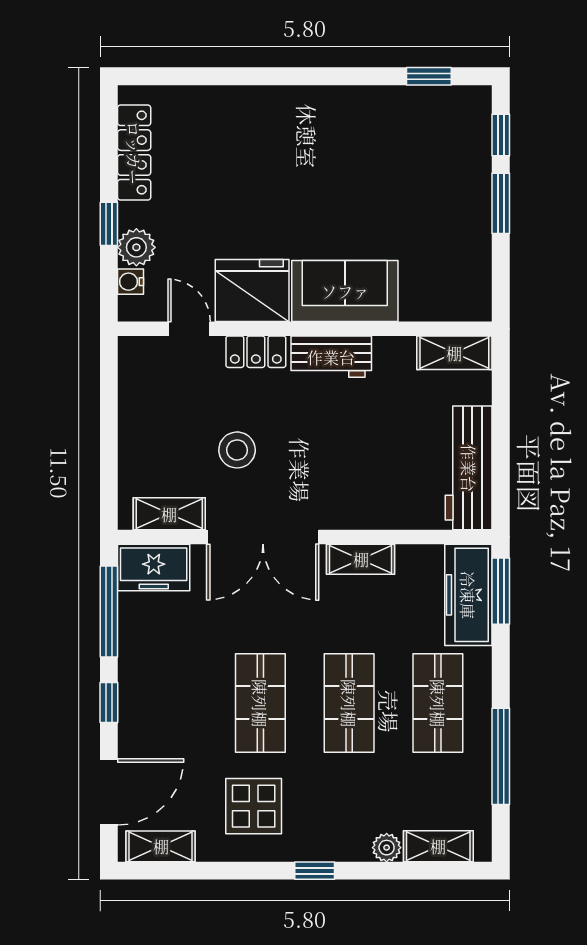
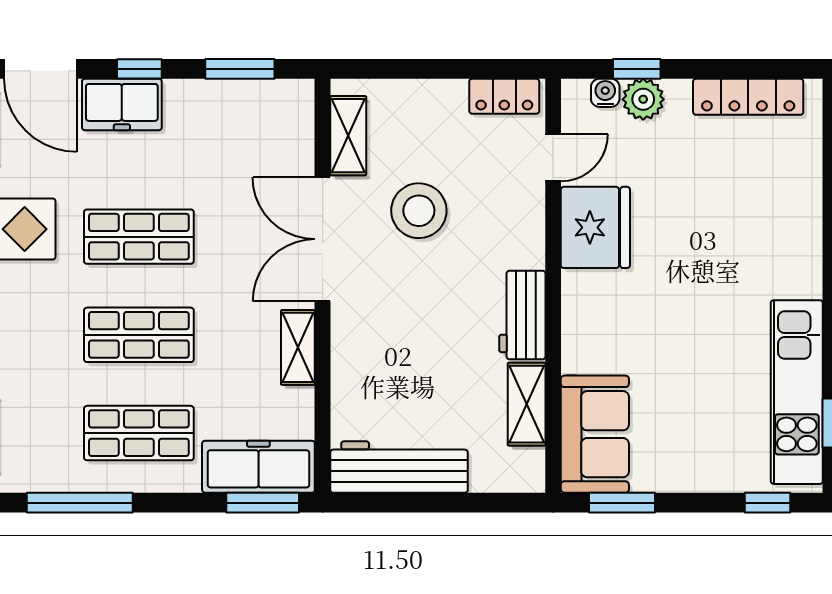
kitchen unit: (401, 109) -> (797, 392), added
window: (501, 203) -> (622, 503), moved
window: (109, 224) -> (637, 69), moved
sofa: (345, 291) -> (595, 434), moved
locker: (256, 352) -> (504, 96), moved, turned -90
shelving: (454, 353) -> (527, 404), moved
stool: (237, 450) -> (419, 211), width x1.38, depth x1.38
freezer: (154, 567) -> (122, 104), moved, turned -90
window: (109, 612) -> (240, 69), width x0.69

